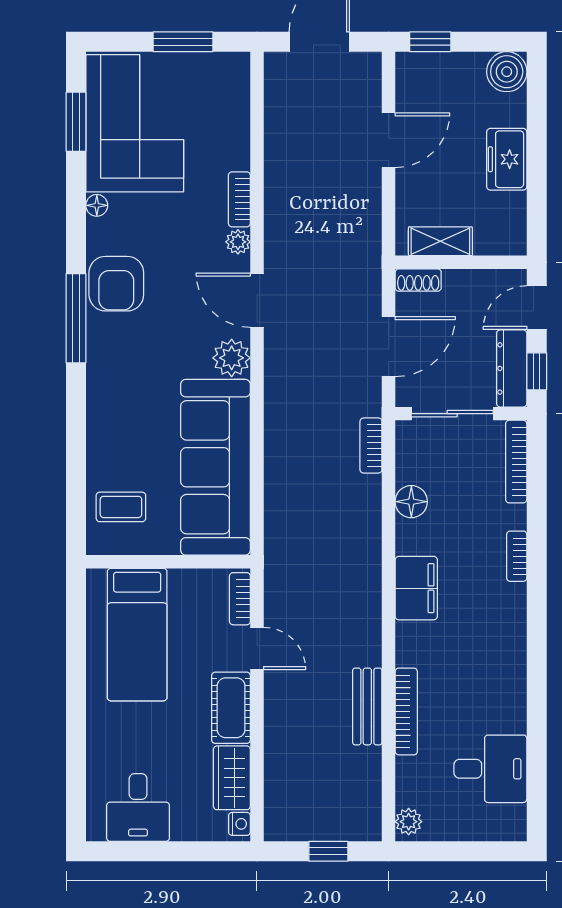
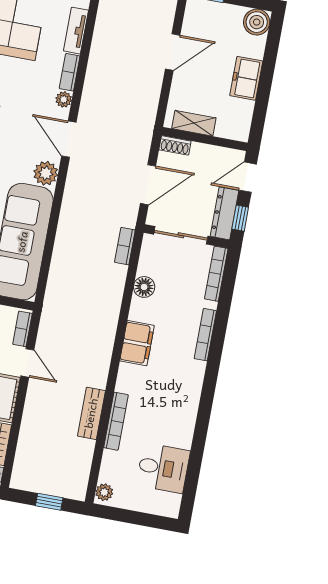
tv unit: (237, 135) -> (76, 31), added
bookcase: (517, 556) -> (205, 335), width x1.56

